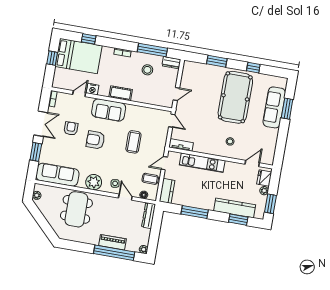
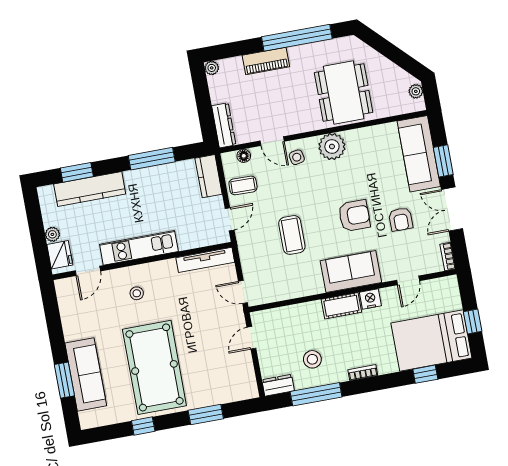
nightstand: (93, 89) -> (370, 299), moved
tv unit: (181, 145) -> (205, 260), width x1.41
kitchen unit: (202, 163) -> (139, 248), moved
sofa: (58, 175) -> (419, 154), moved, turned 90
window: (270, 204) -> (34, 217), removed
window: (114, 253) -> (297, 38), moved

